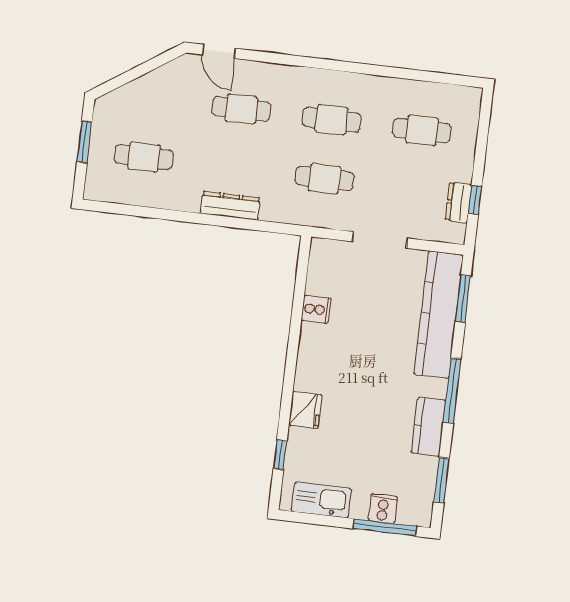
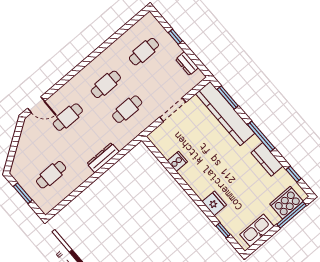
window: (475, 200) -> (175, 37), moved
window: (441, 480) -> (294, 174), width x0.67
cooker: (383, 508) -> (286, 203), width x1.87, depth x1.31

